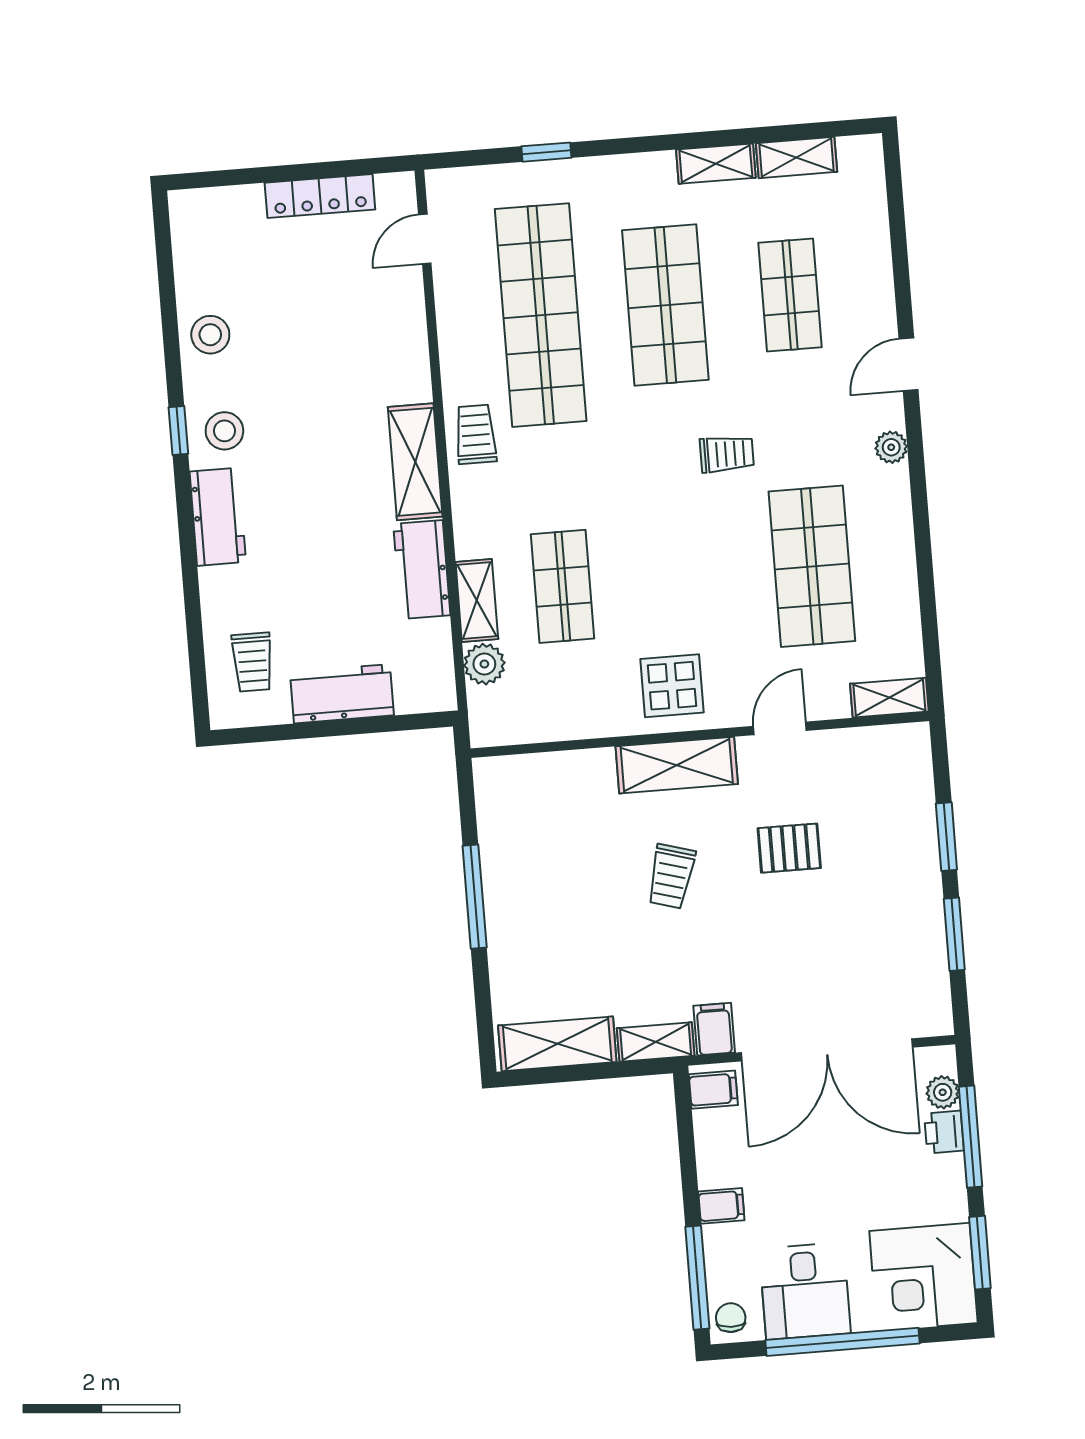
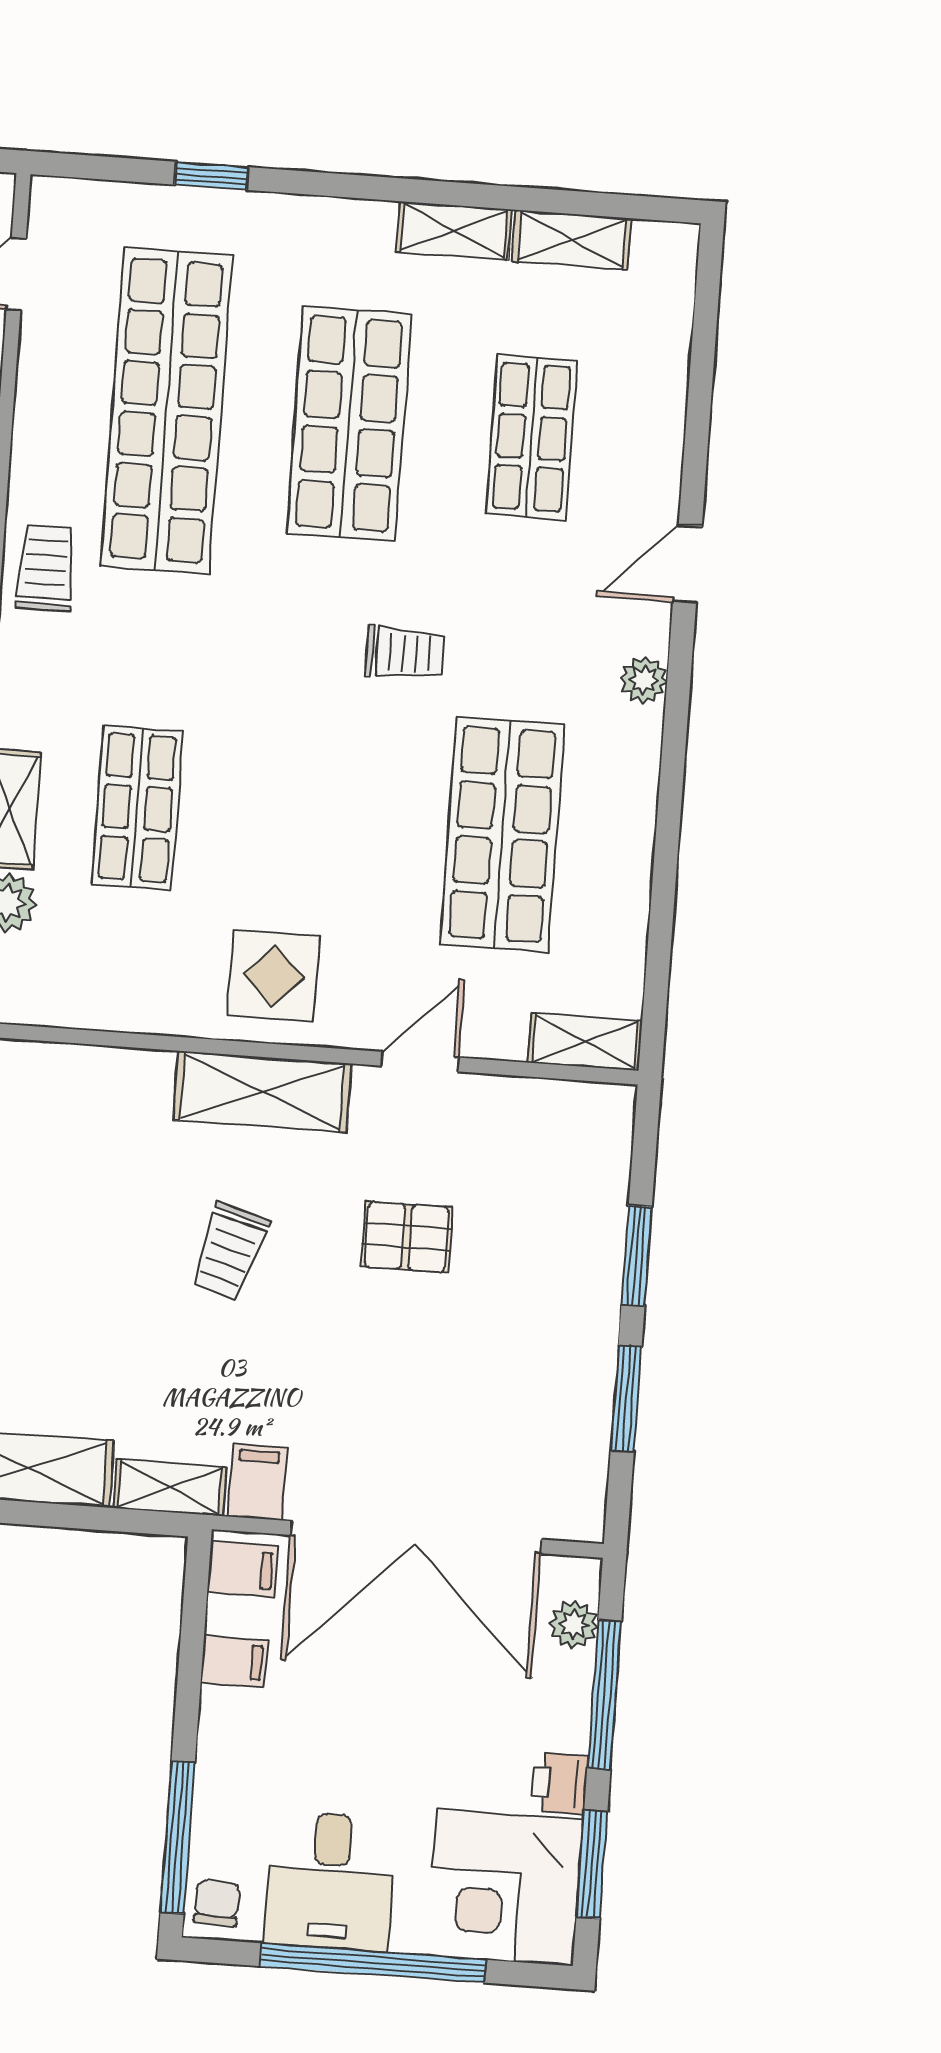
printer: (944, 1132) -> (559, 1783), moved
filing cabinet: (721, 1206) -> (234, 1661), moved

